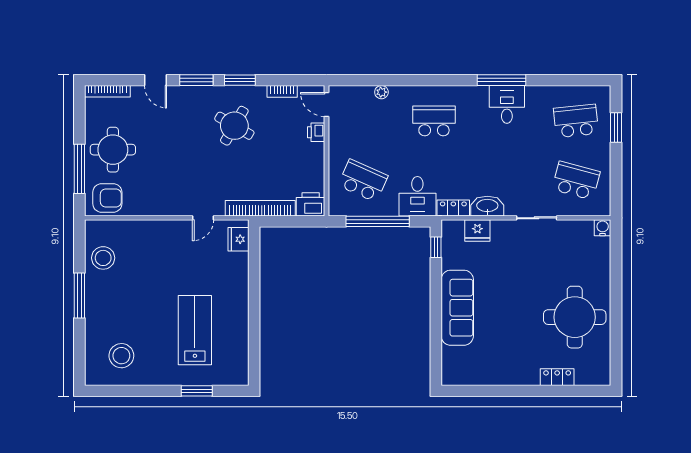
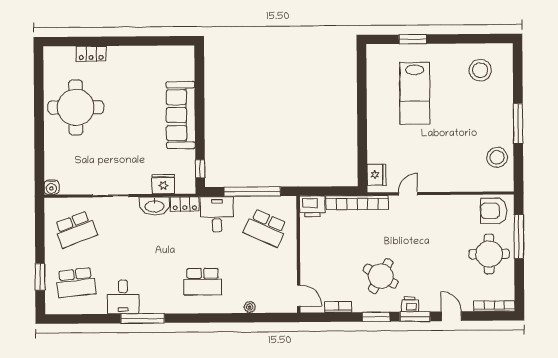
desk: (507, 104) -> (123, 297), moved
printer: (316, 132) -> (410, 304), moved, turned -90
school desk: (576, 181) -> (75, 229), turned -36

